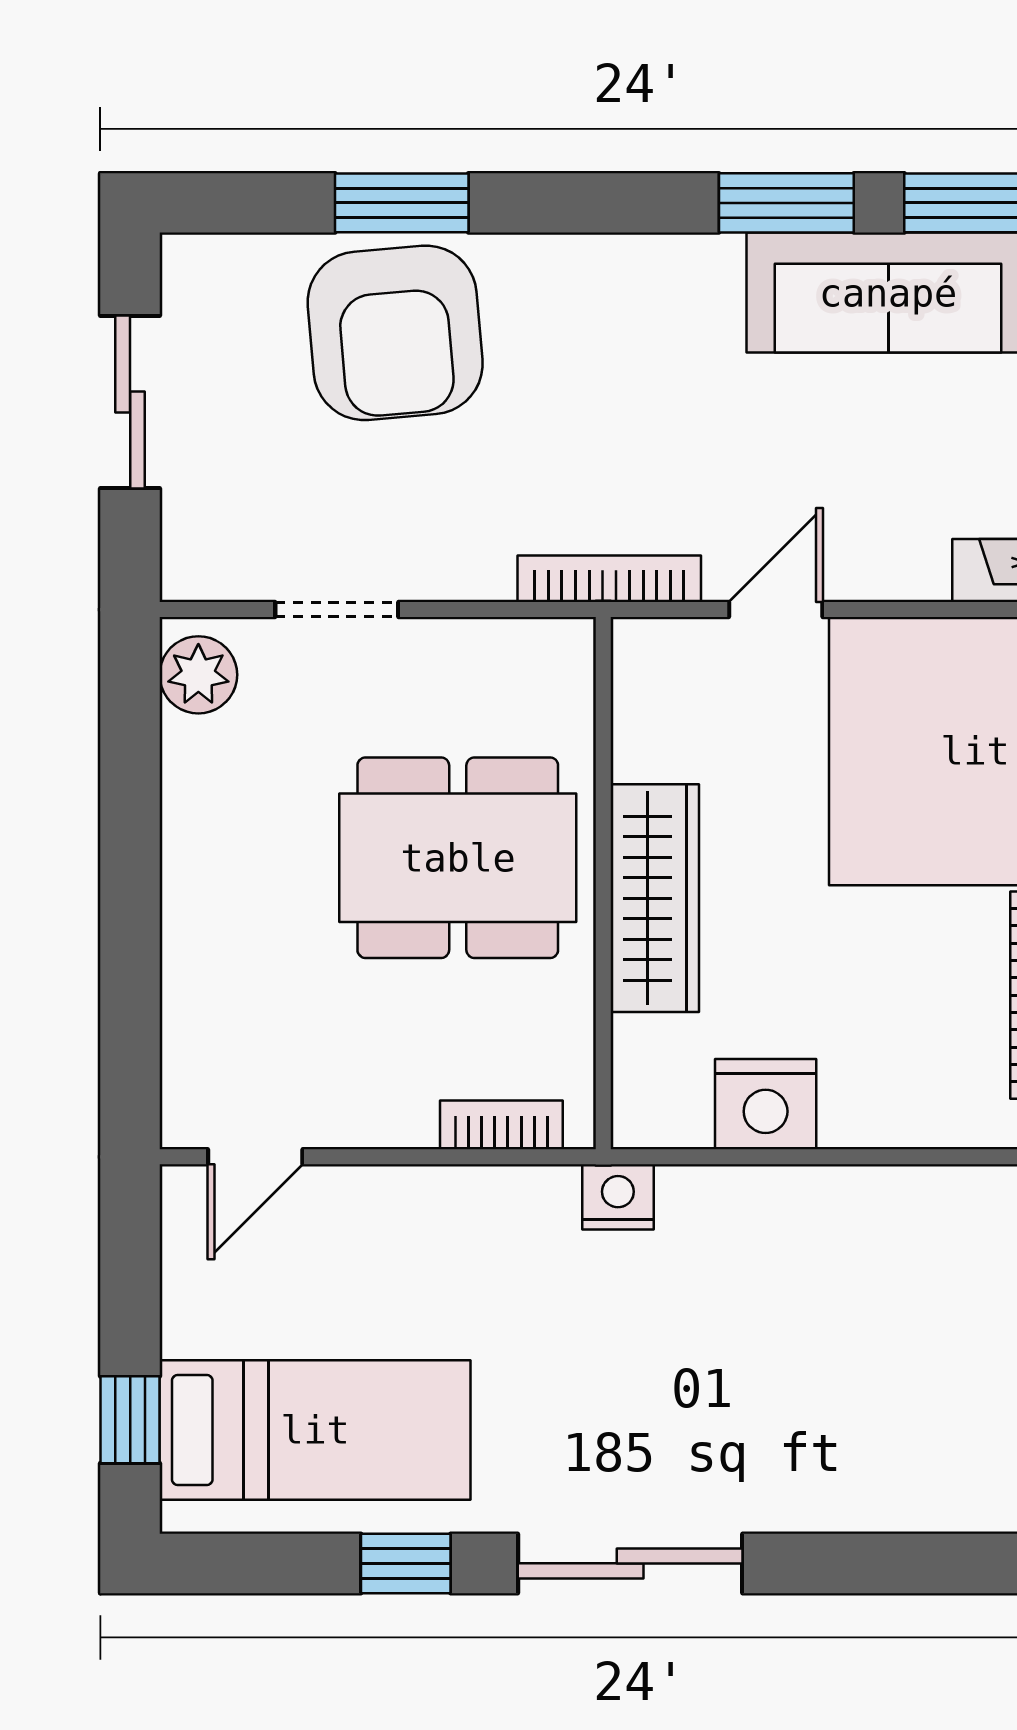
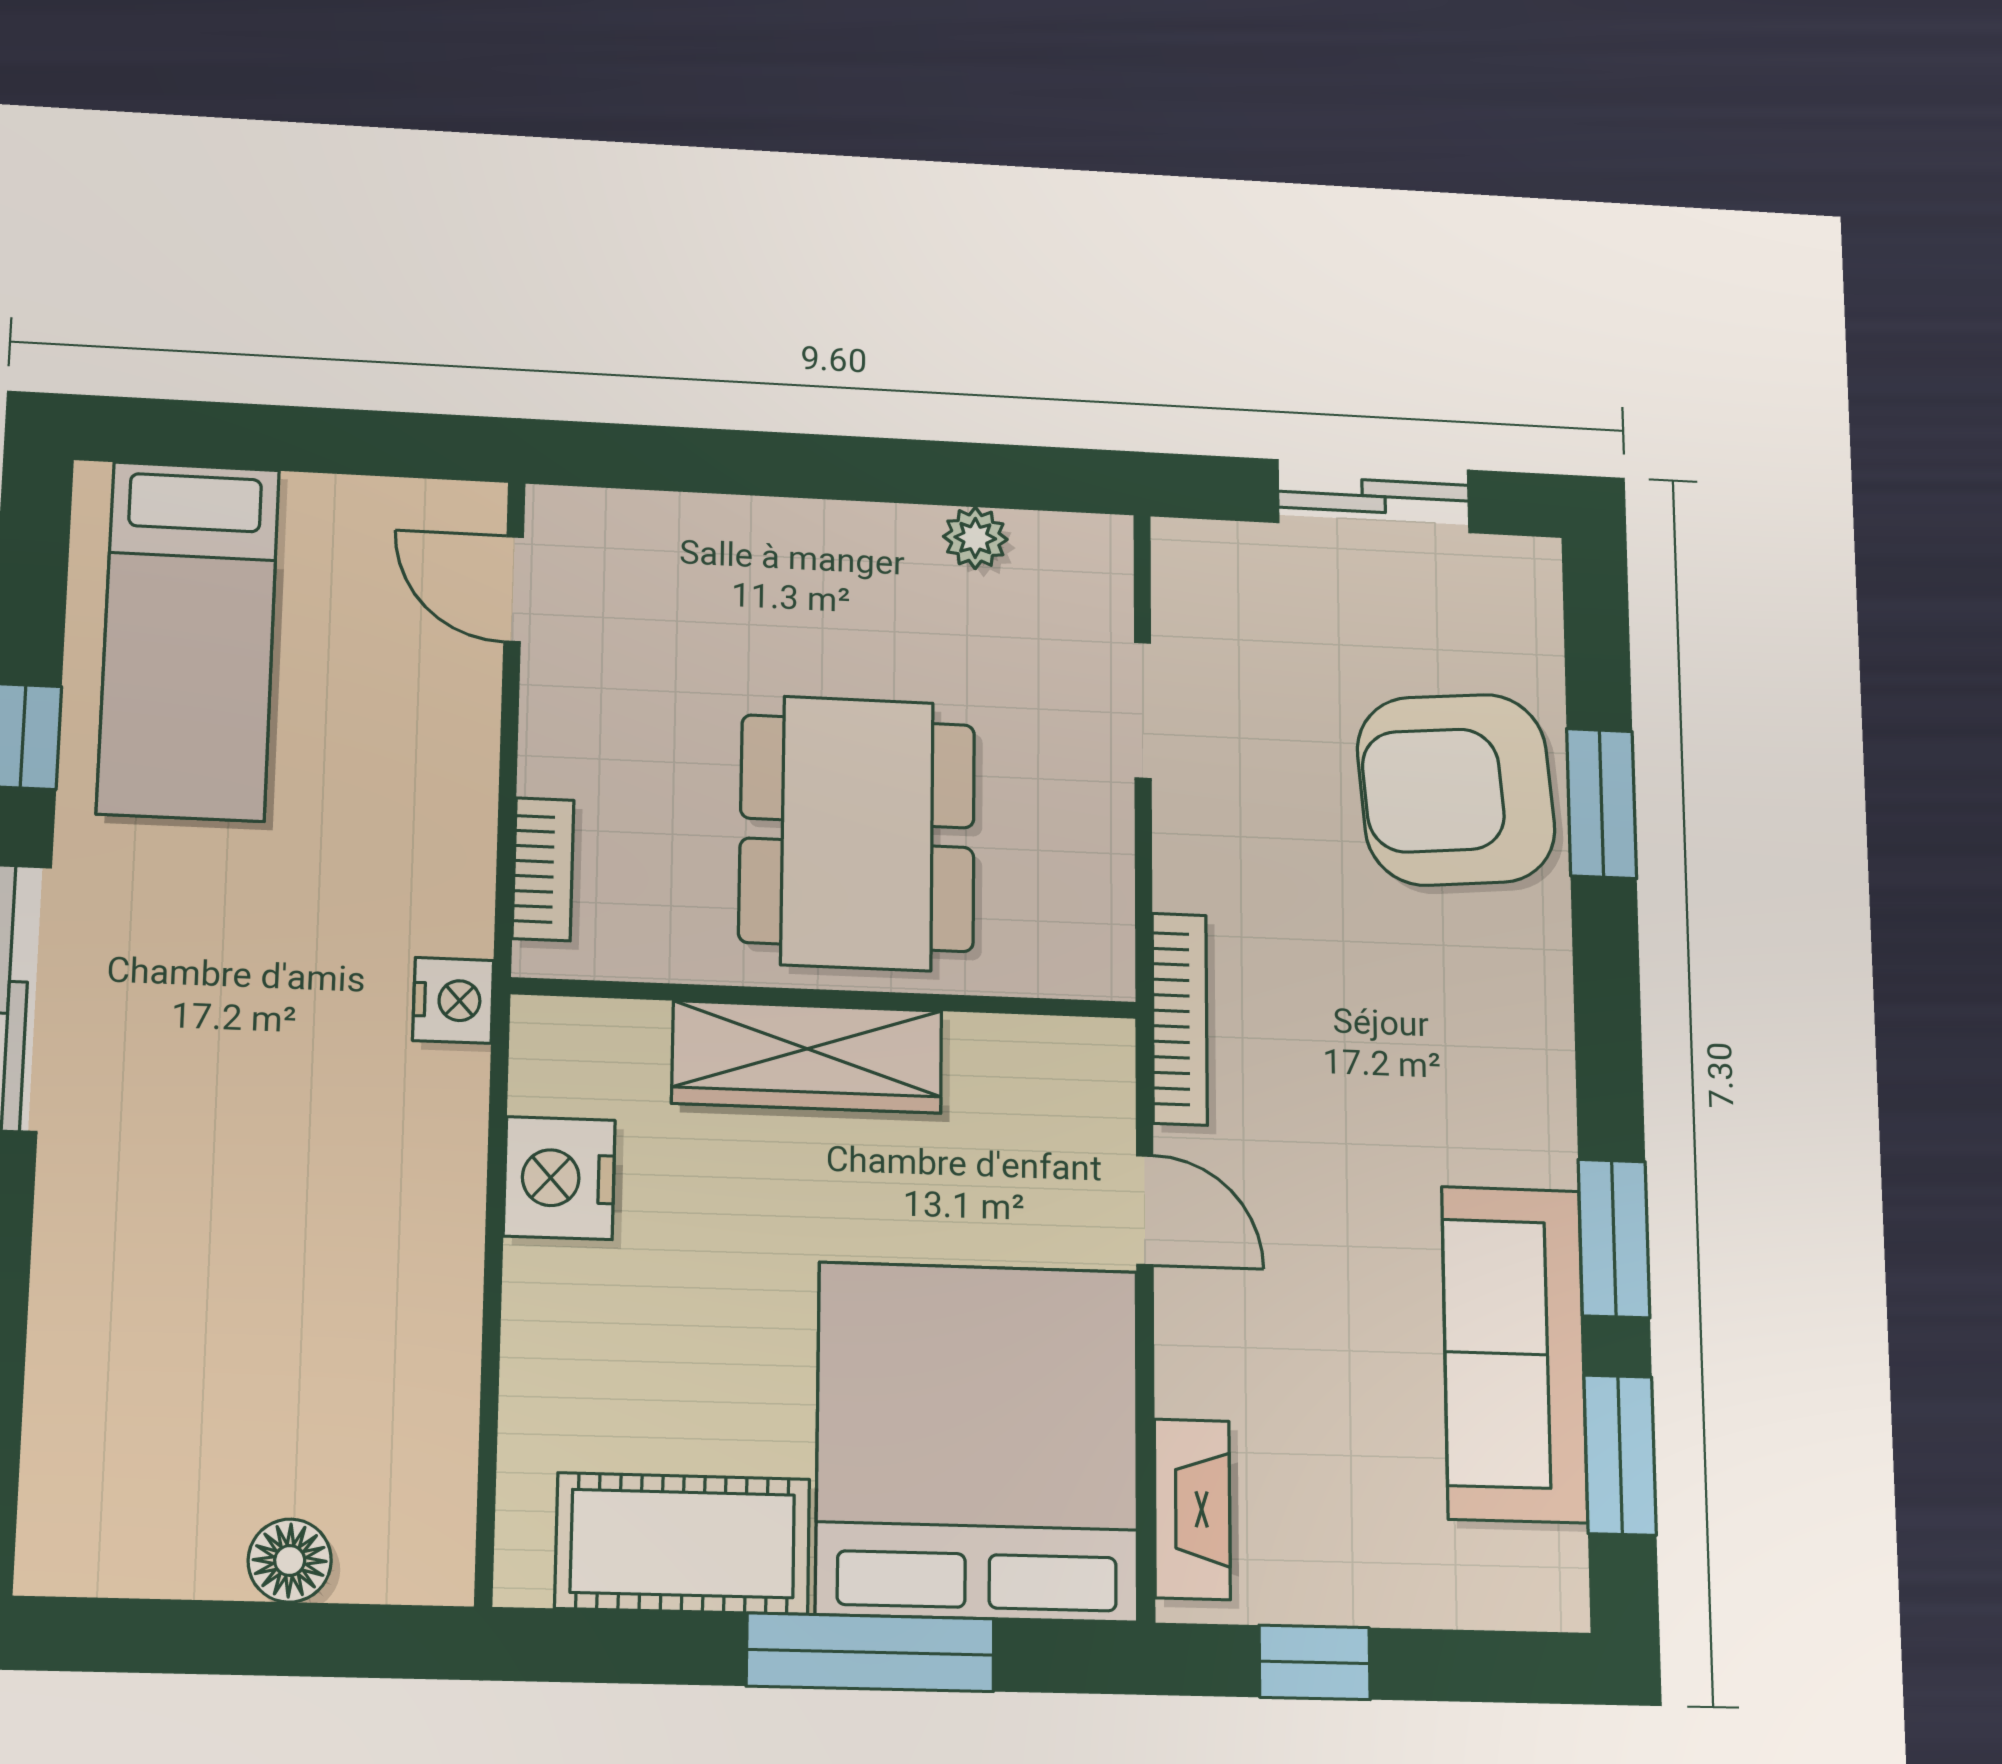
plant: (198, 675) -> (975, 538), moved, width x0.73, depth x0.73
window: (130, 1420) -> (211, 434), removed

